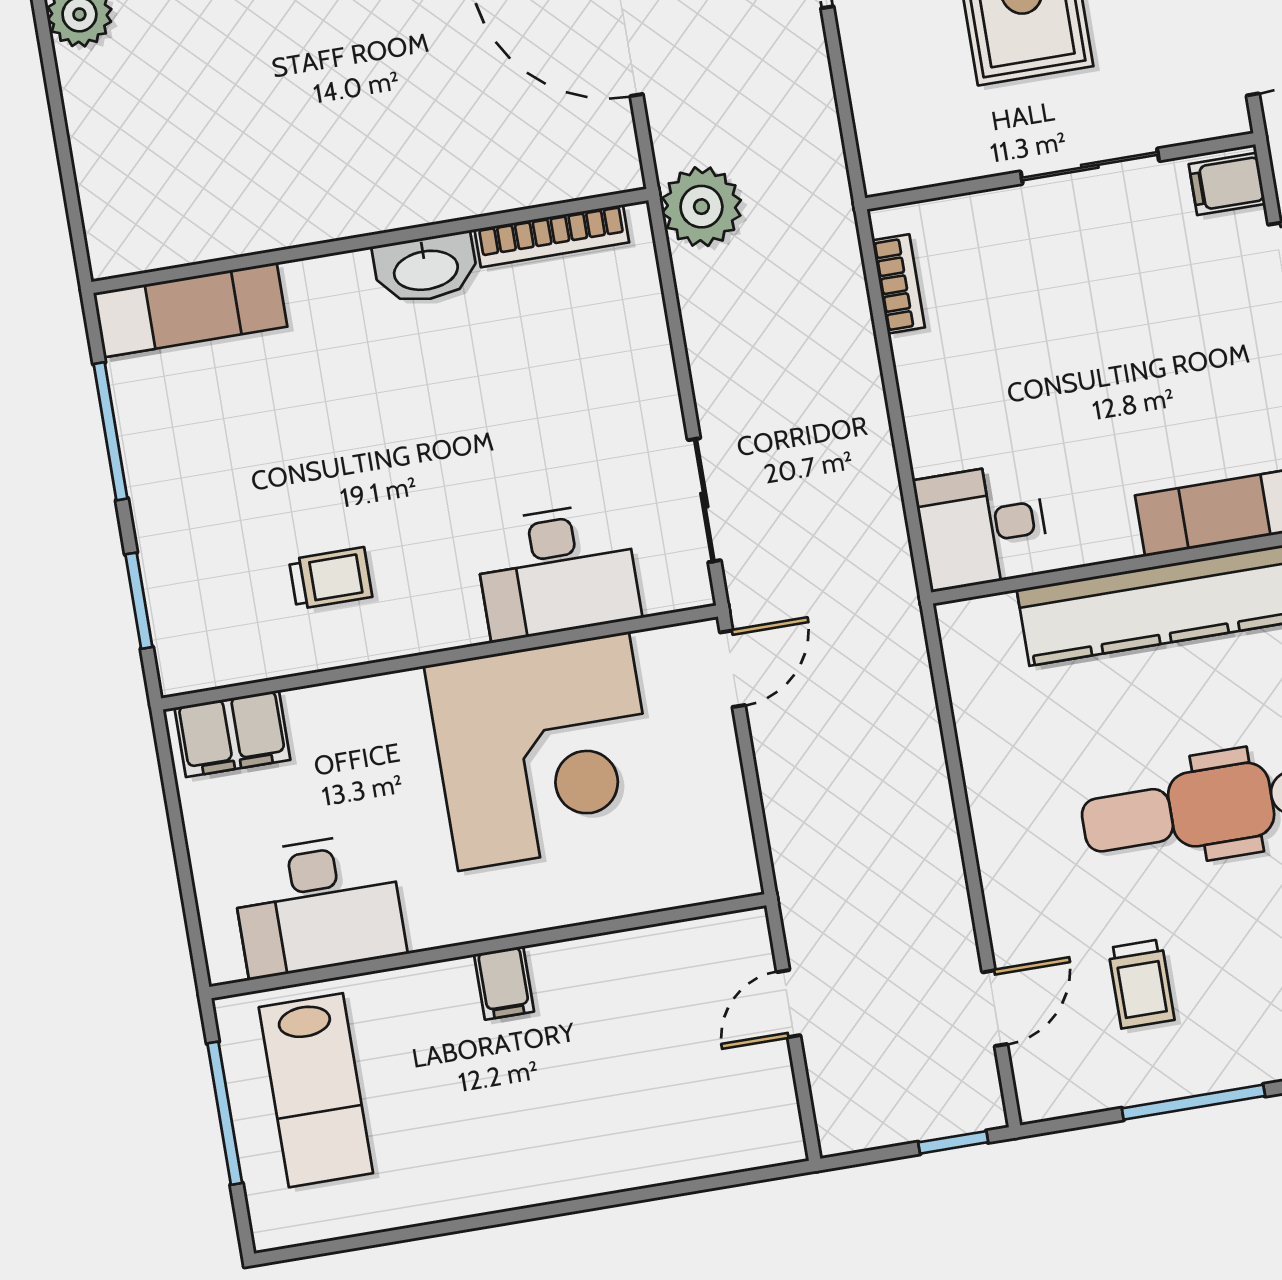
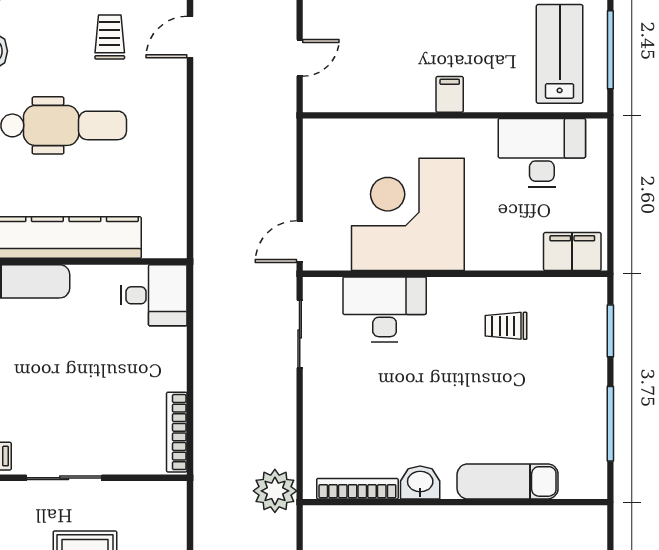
washbasin: (426, 269) -> (420, 483), width x0.72
bookcase: (898, 284) -> (177, 432), width x1.56
exam couch: (190, 310) -> (508, 481), moved

